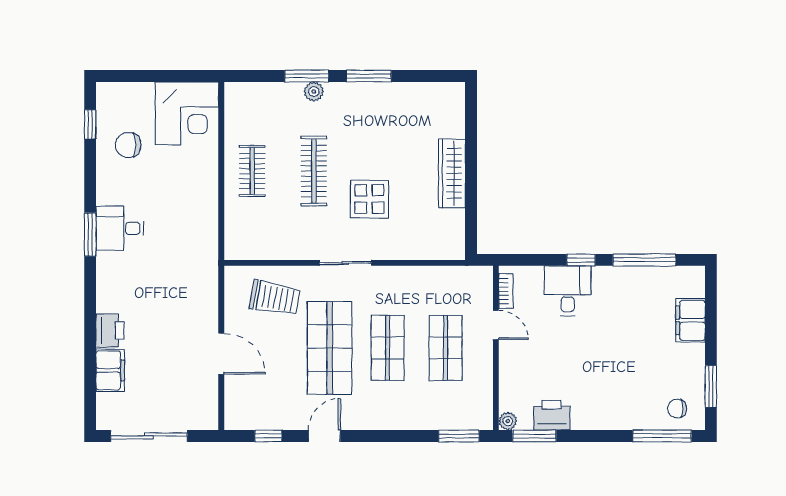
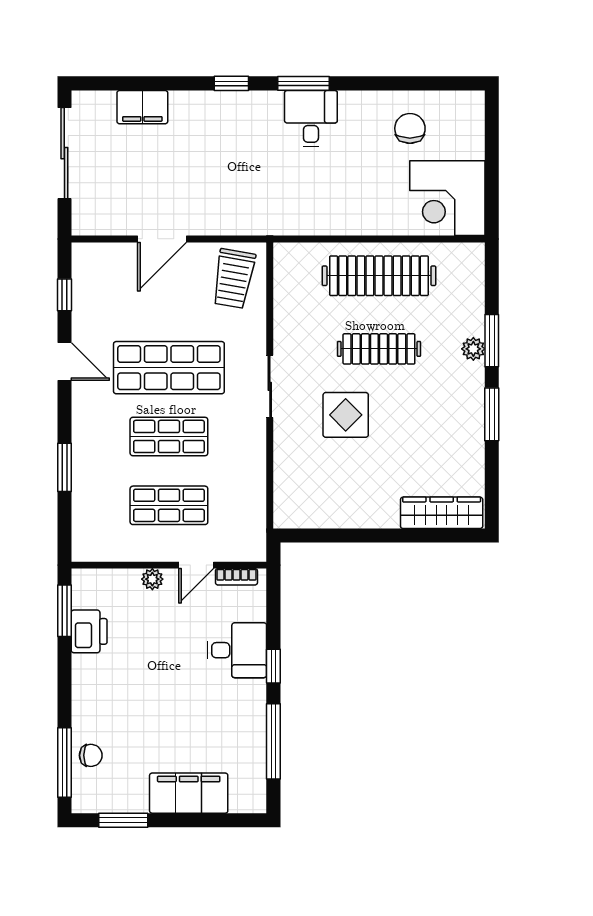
window: (90, 124) -> (231, 83), moved
clothes rail: (252, 171) -> (379, 276), width x1.86, depth x1.31
wardrobe: (452, 173) -> (442, 513), moved
trolley: (275, 298) -> (234, 279), moved
filing cabinet: (690, 320) -> (189, 793), width x1.50, depth x1.17
printer: (110, 330) -> (190, 107), removed
chair: (677, 409) -> (91, 755), moved, turned 90
plant: (508, 421) -> (152, 579), moved
window: (459, 436) -> (64, 467), moved

